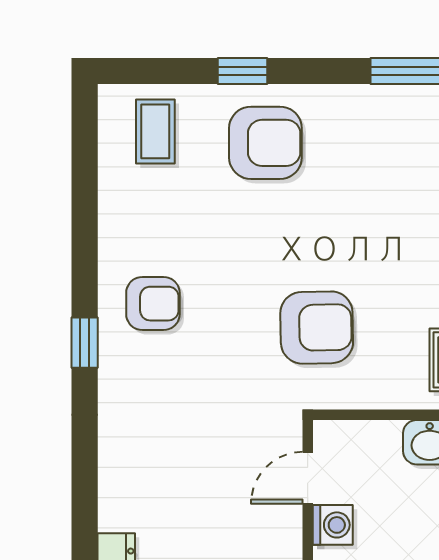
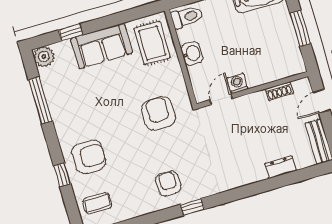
armchair: (265, 143) -> (89, 157), turned 90
door: (308, 478) -> (221, 99), swing flipped

